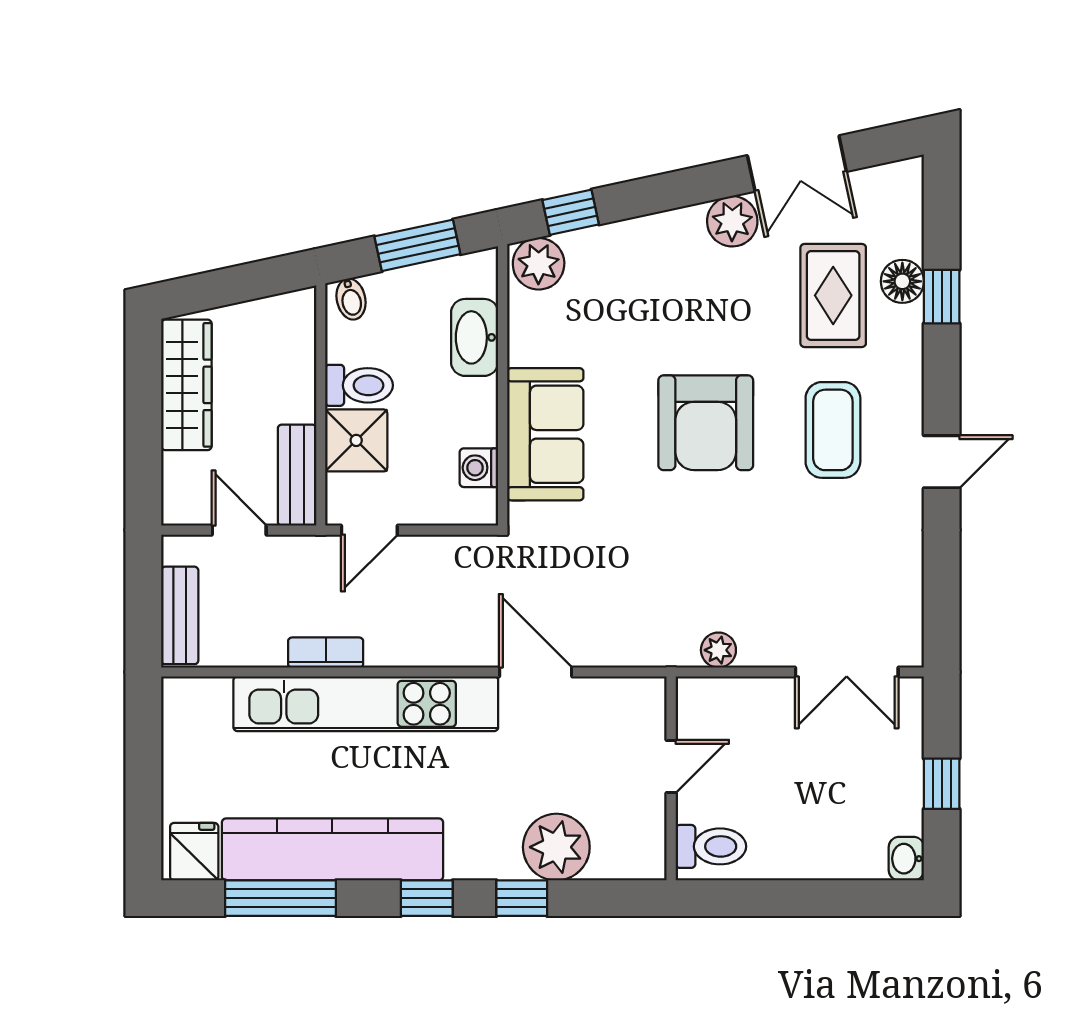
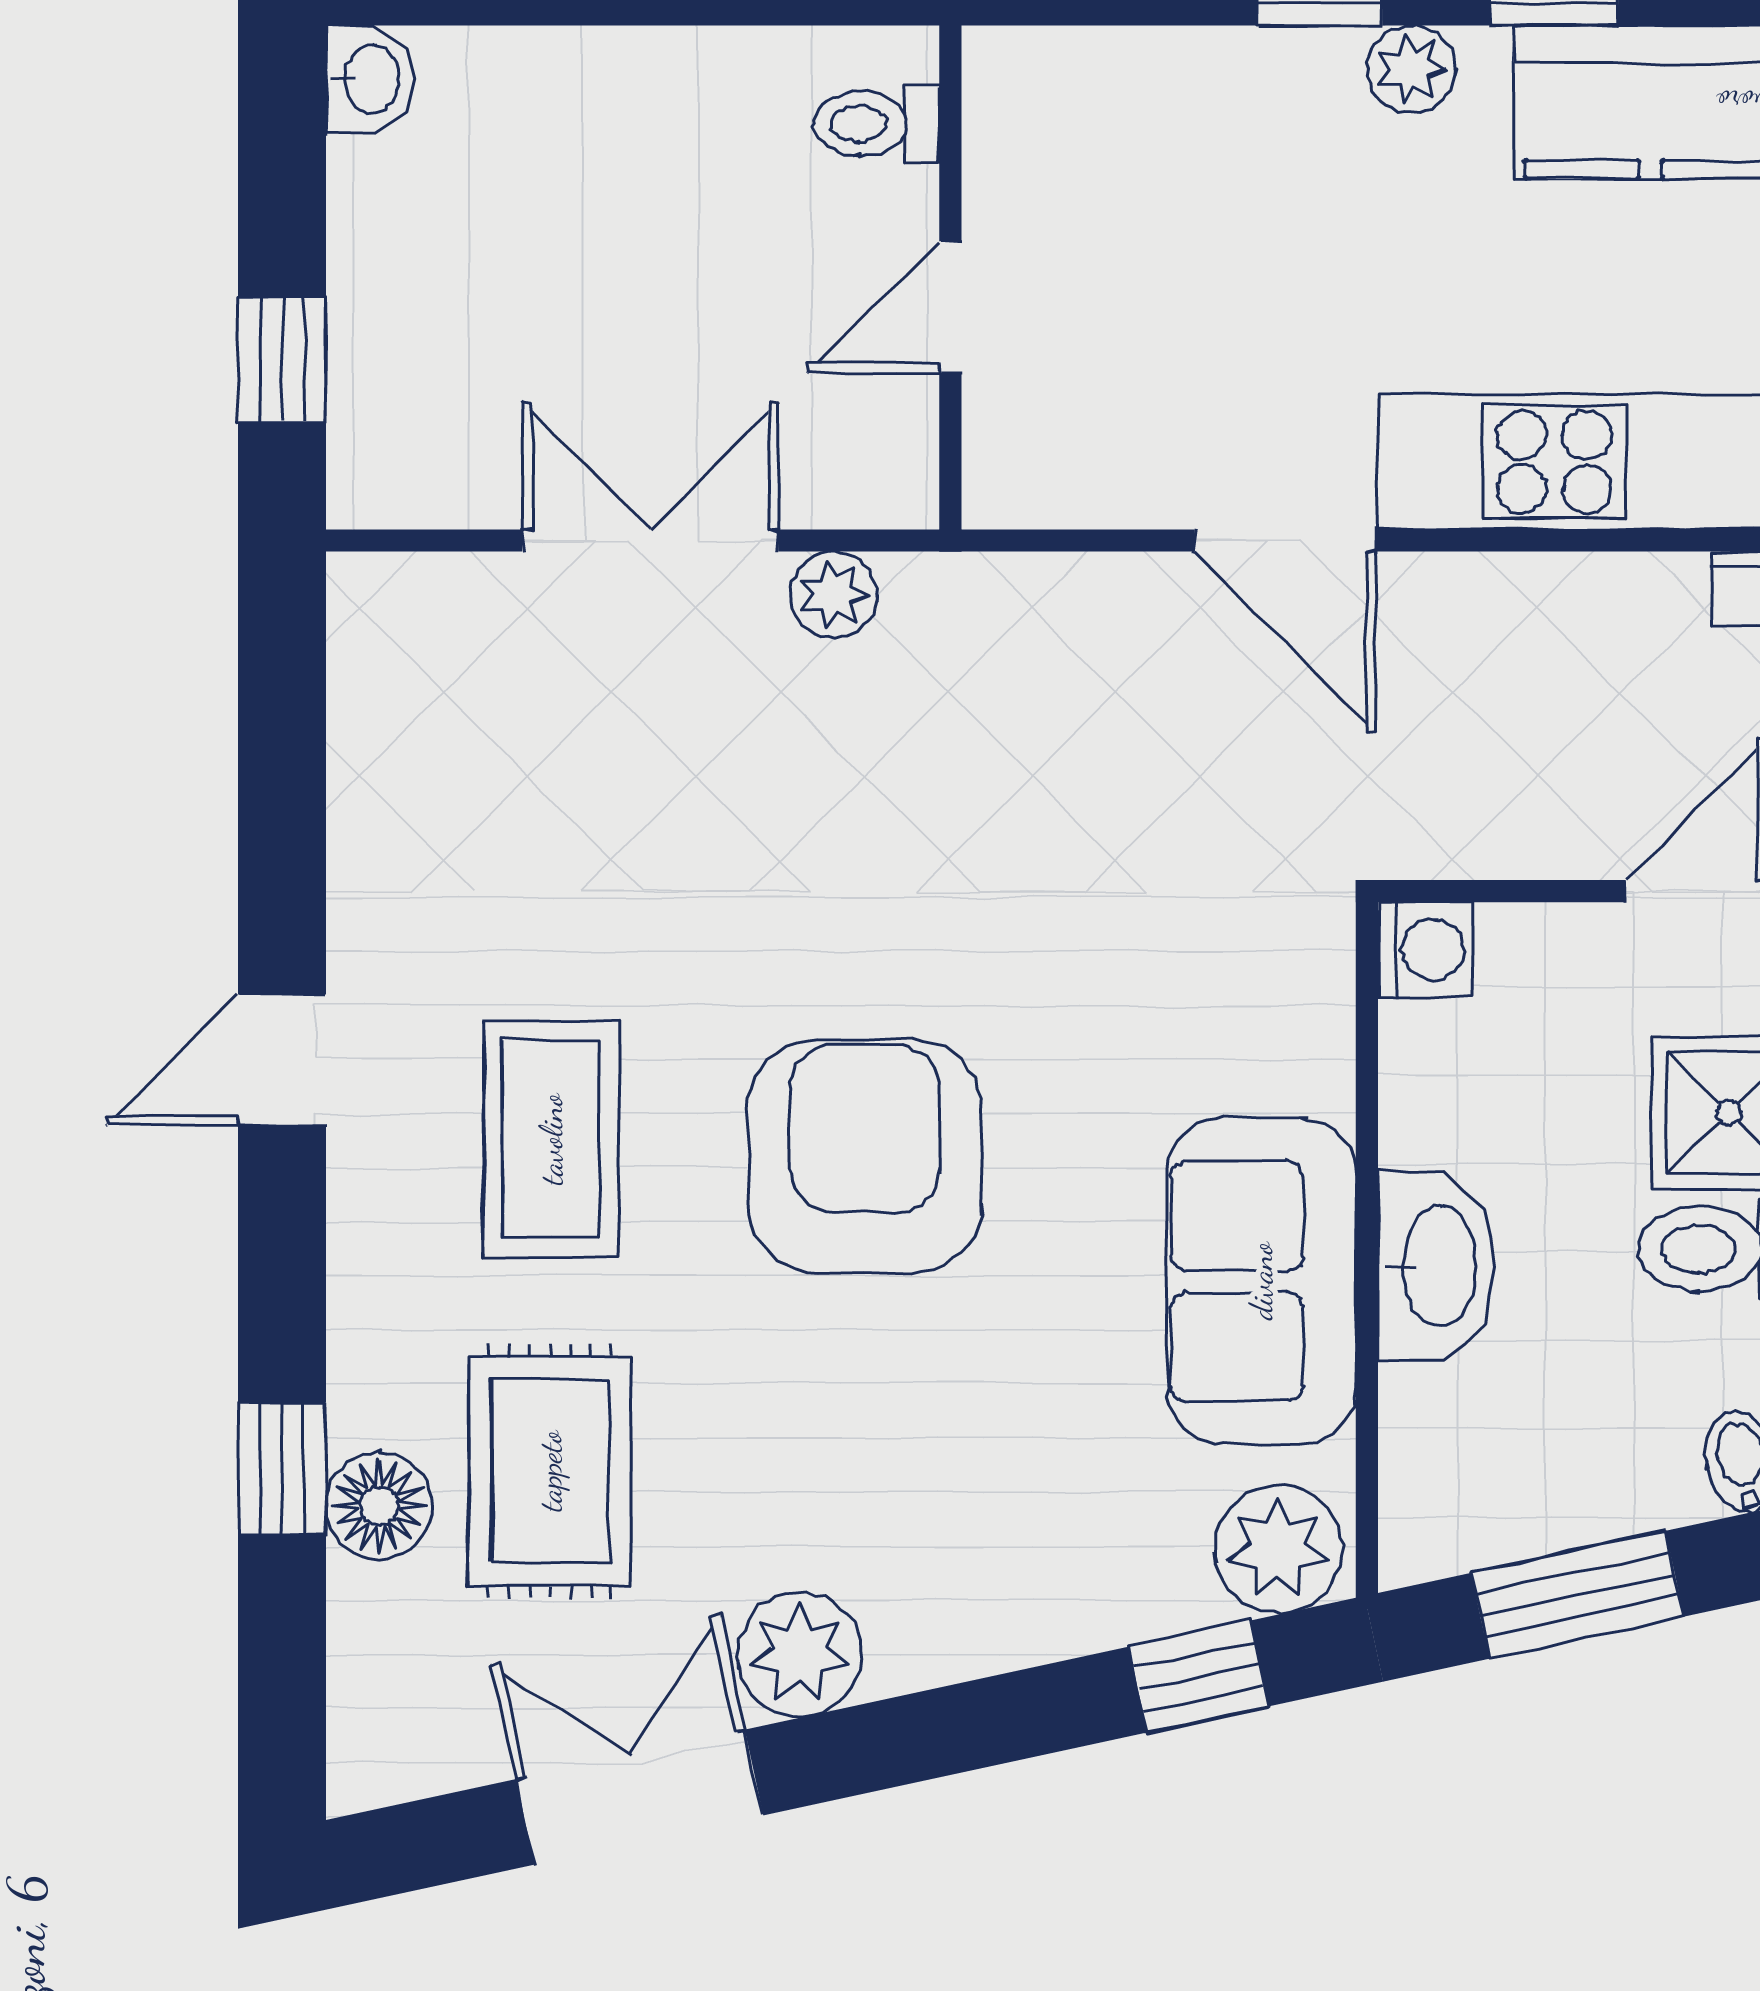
washbasin: (475, 337) -> (1436, 1266), moved
sofa: (545, 434) -> (1261, 1281), moved
washing machine: (479, 468) -> (1425, 950), moved
double door: (847, 672) -> (650, 541), moved
window: (942, 784) -> (282, 360), moved
toilet: (711, 846) -> (877, 124), width x0.73, depth x0.72
plant: (556, 847) -> (1411, 69), moved, width x0.53, depth x0.53

